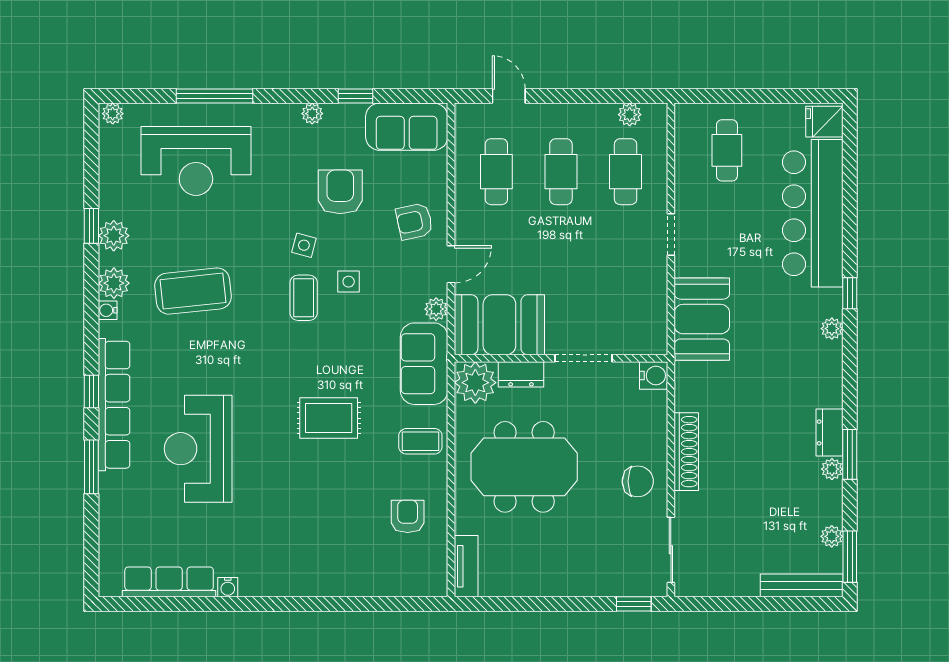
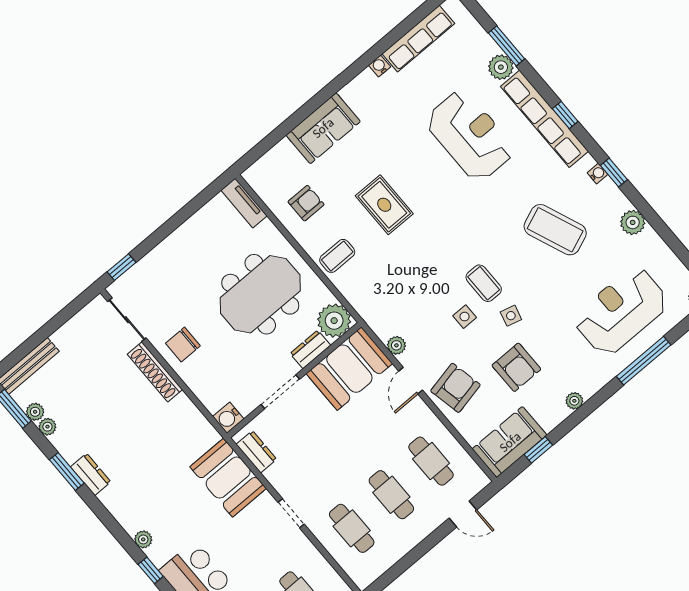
window: (355, 96) -> (538, 450), moved
plant: (630, 115) -> (379, 566), removed
armchair: (414, 221) -> (455, 388), width x1.38, depth x1.38
window: (91, 226) -> (614, 172), moved
plant: (114, 283) -> (501, 67), moved
coffee table: (193, 291) -> (555, 230), turned 74
dresser: (654, 321) -> (256, 452), added
sofa: (424, 364) -> (323, 128), moved, turned 90
rug: (329, 418) -> (384, 205), moved, turned 90
shoe rack: (686, 452) -> (155, 372), moved
window: (91, 467) -> (507, 46), moved
plant: (832, 469) -> (47, 427), moved
armchair: (408, 516) -> (306, 203), turned -90

